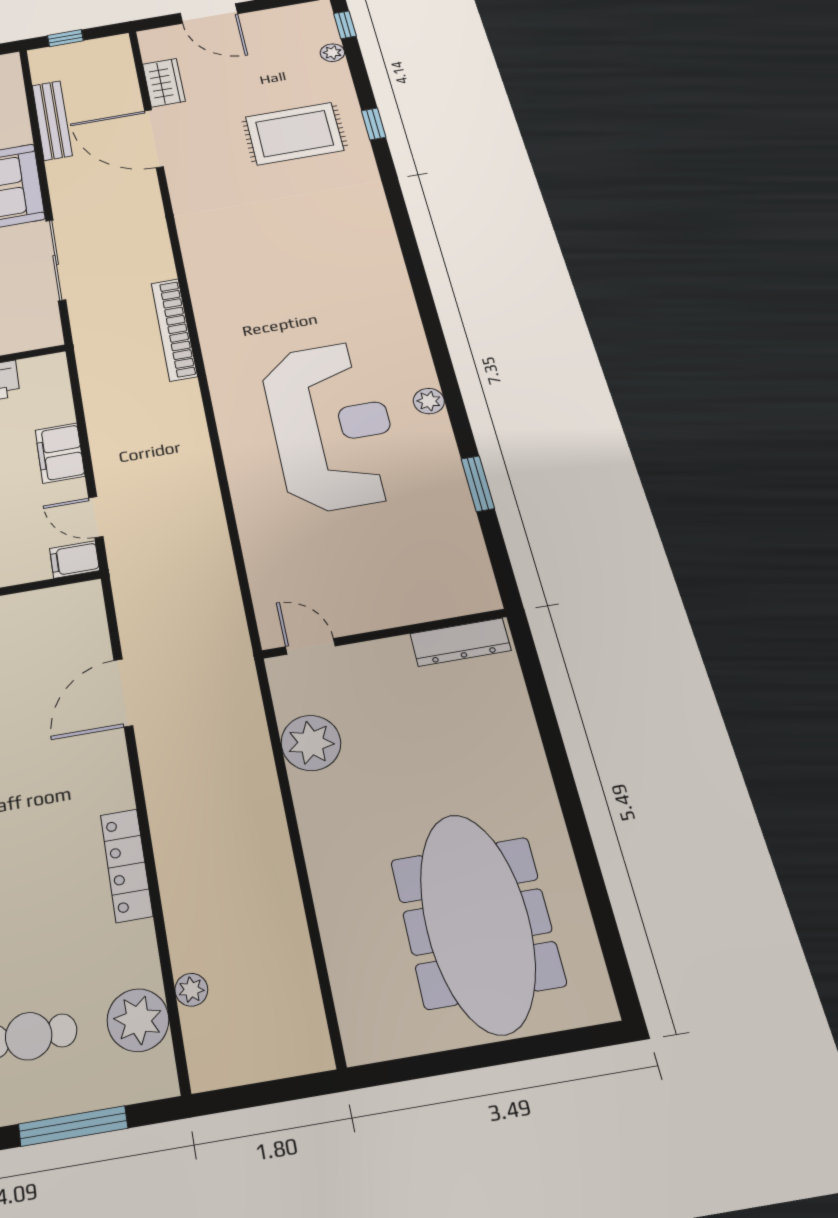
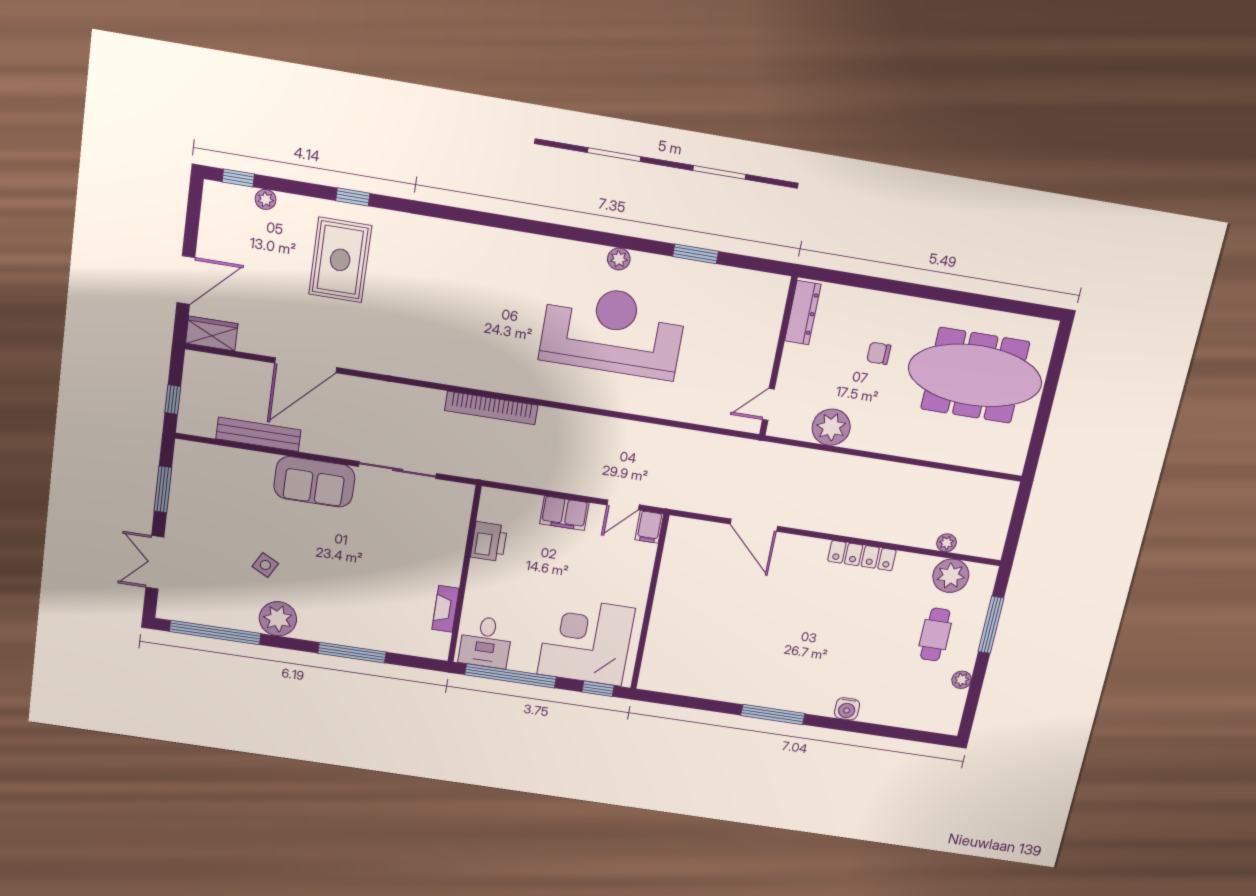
wardrobe: (164, 83) -> (212, 333), moved
chair: (449, 766) -> (879, 353), added

